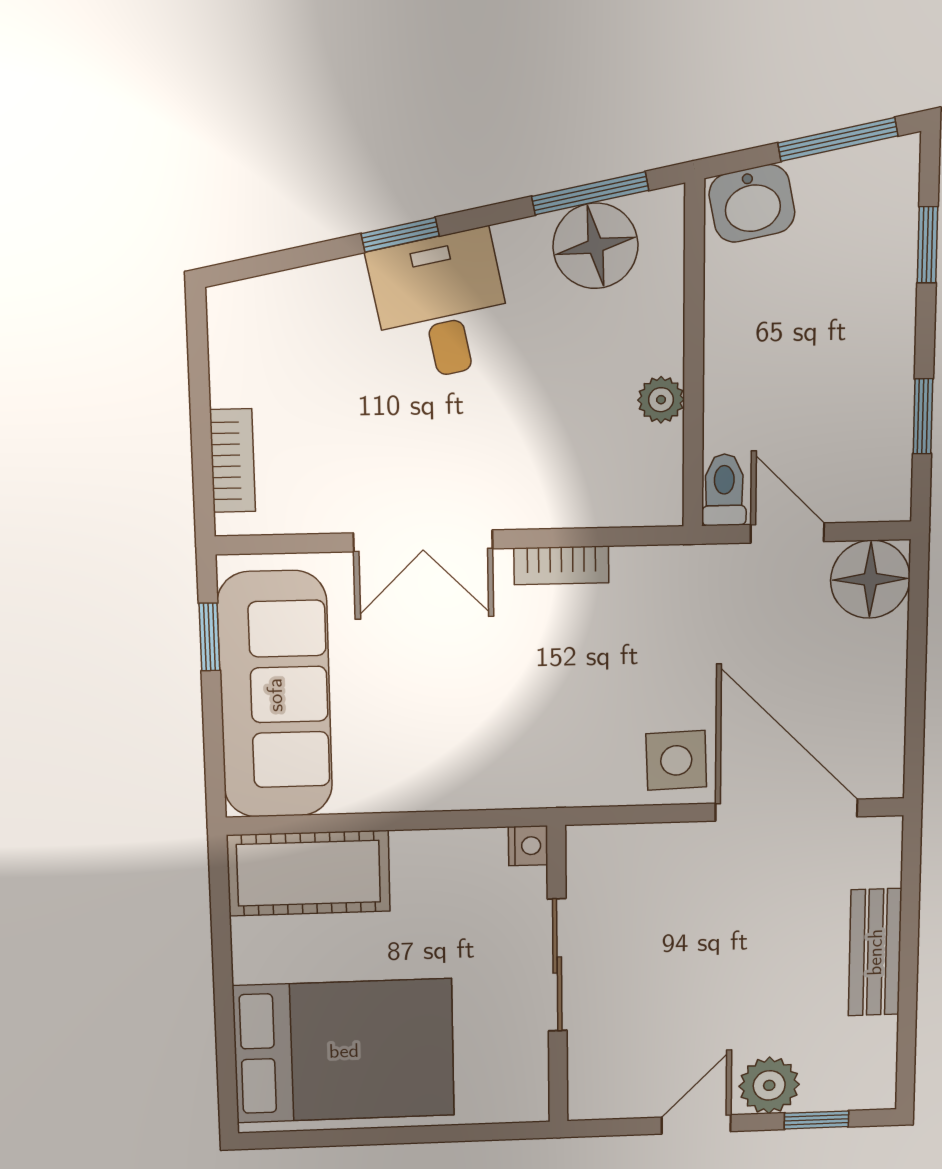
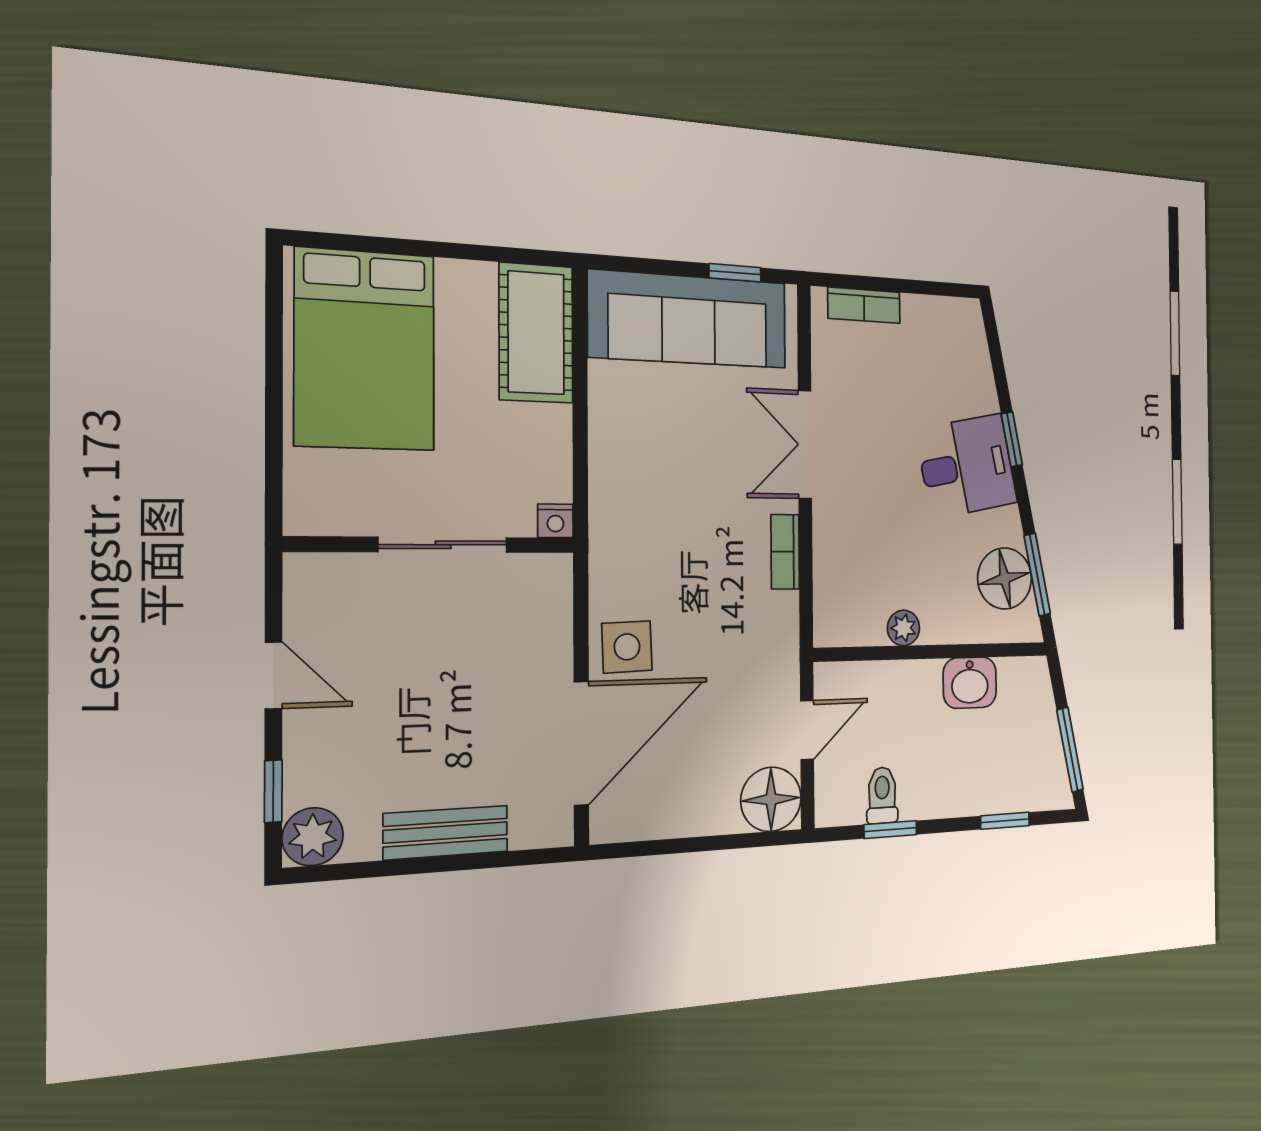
washbasin: (752, 203) -> (970, 683), moved, turned -79
toilet: (724, 490) -> (882, 795), moved, turned -90
plant: (769, 1085) -> (313, 837), moved

